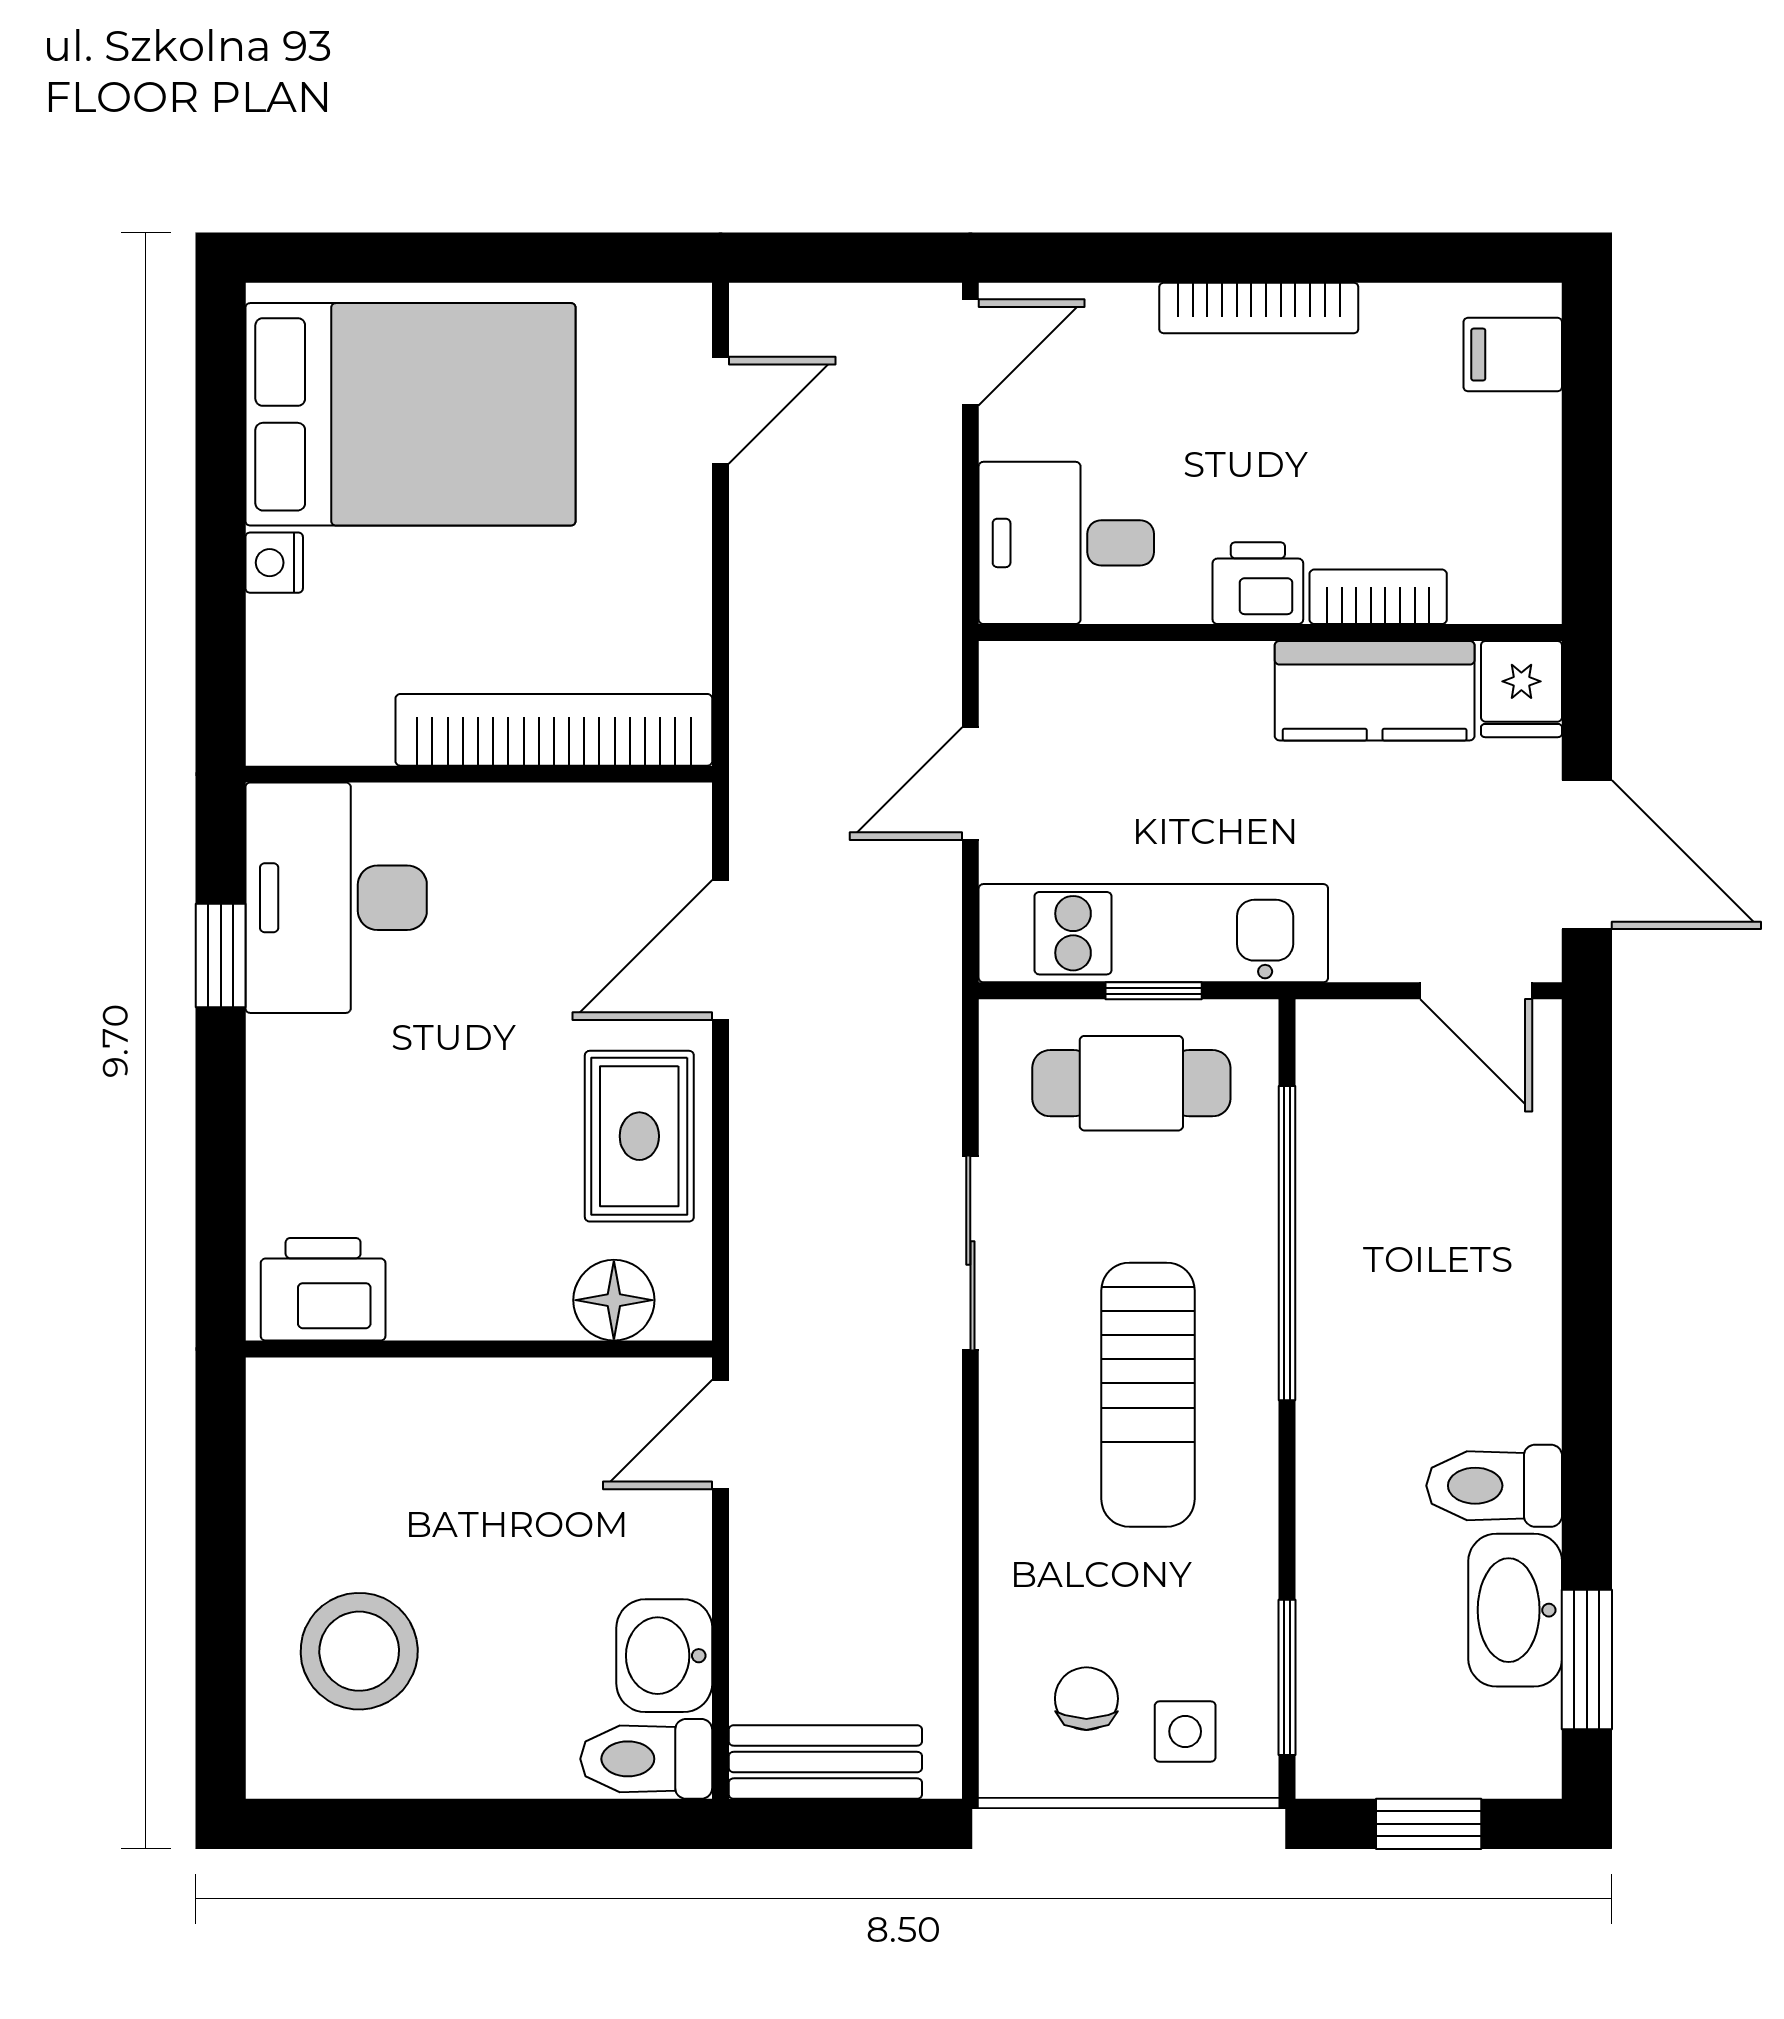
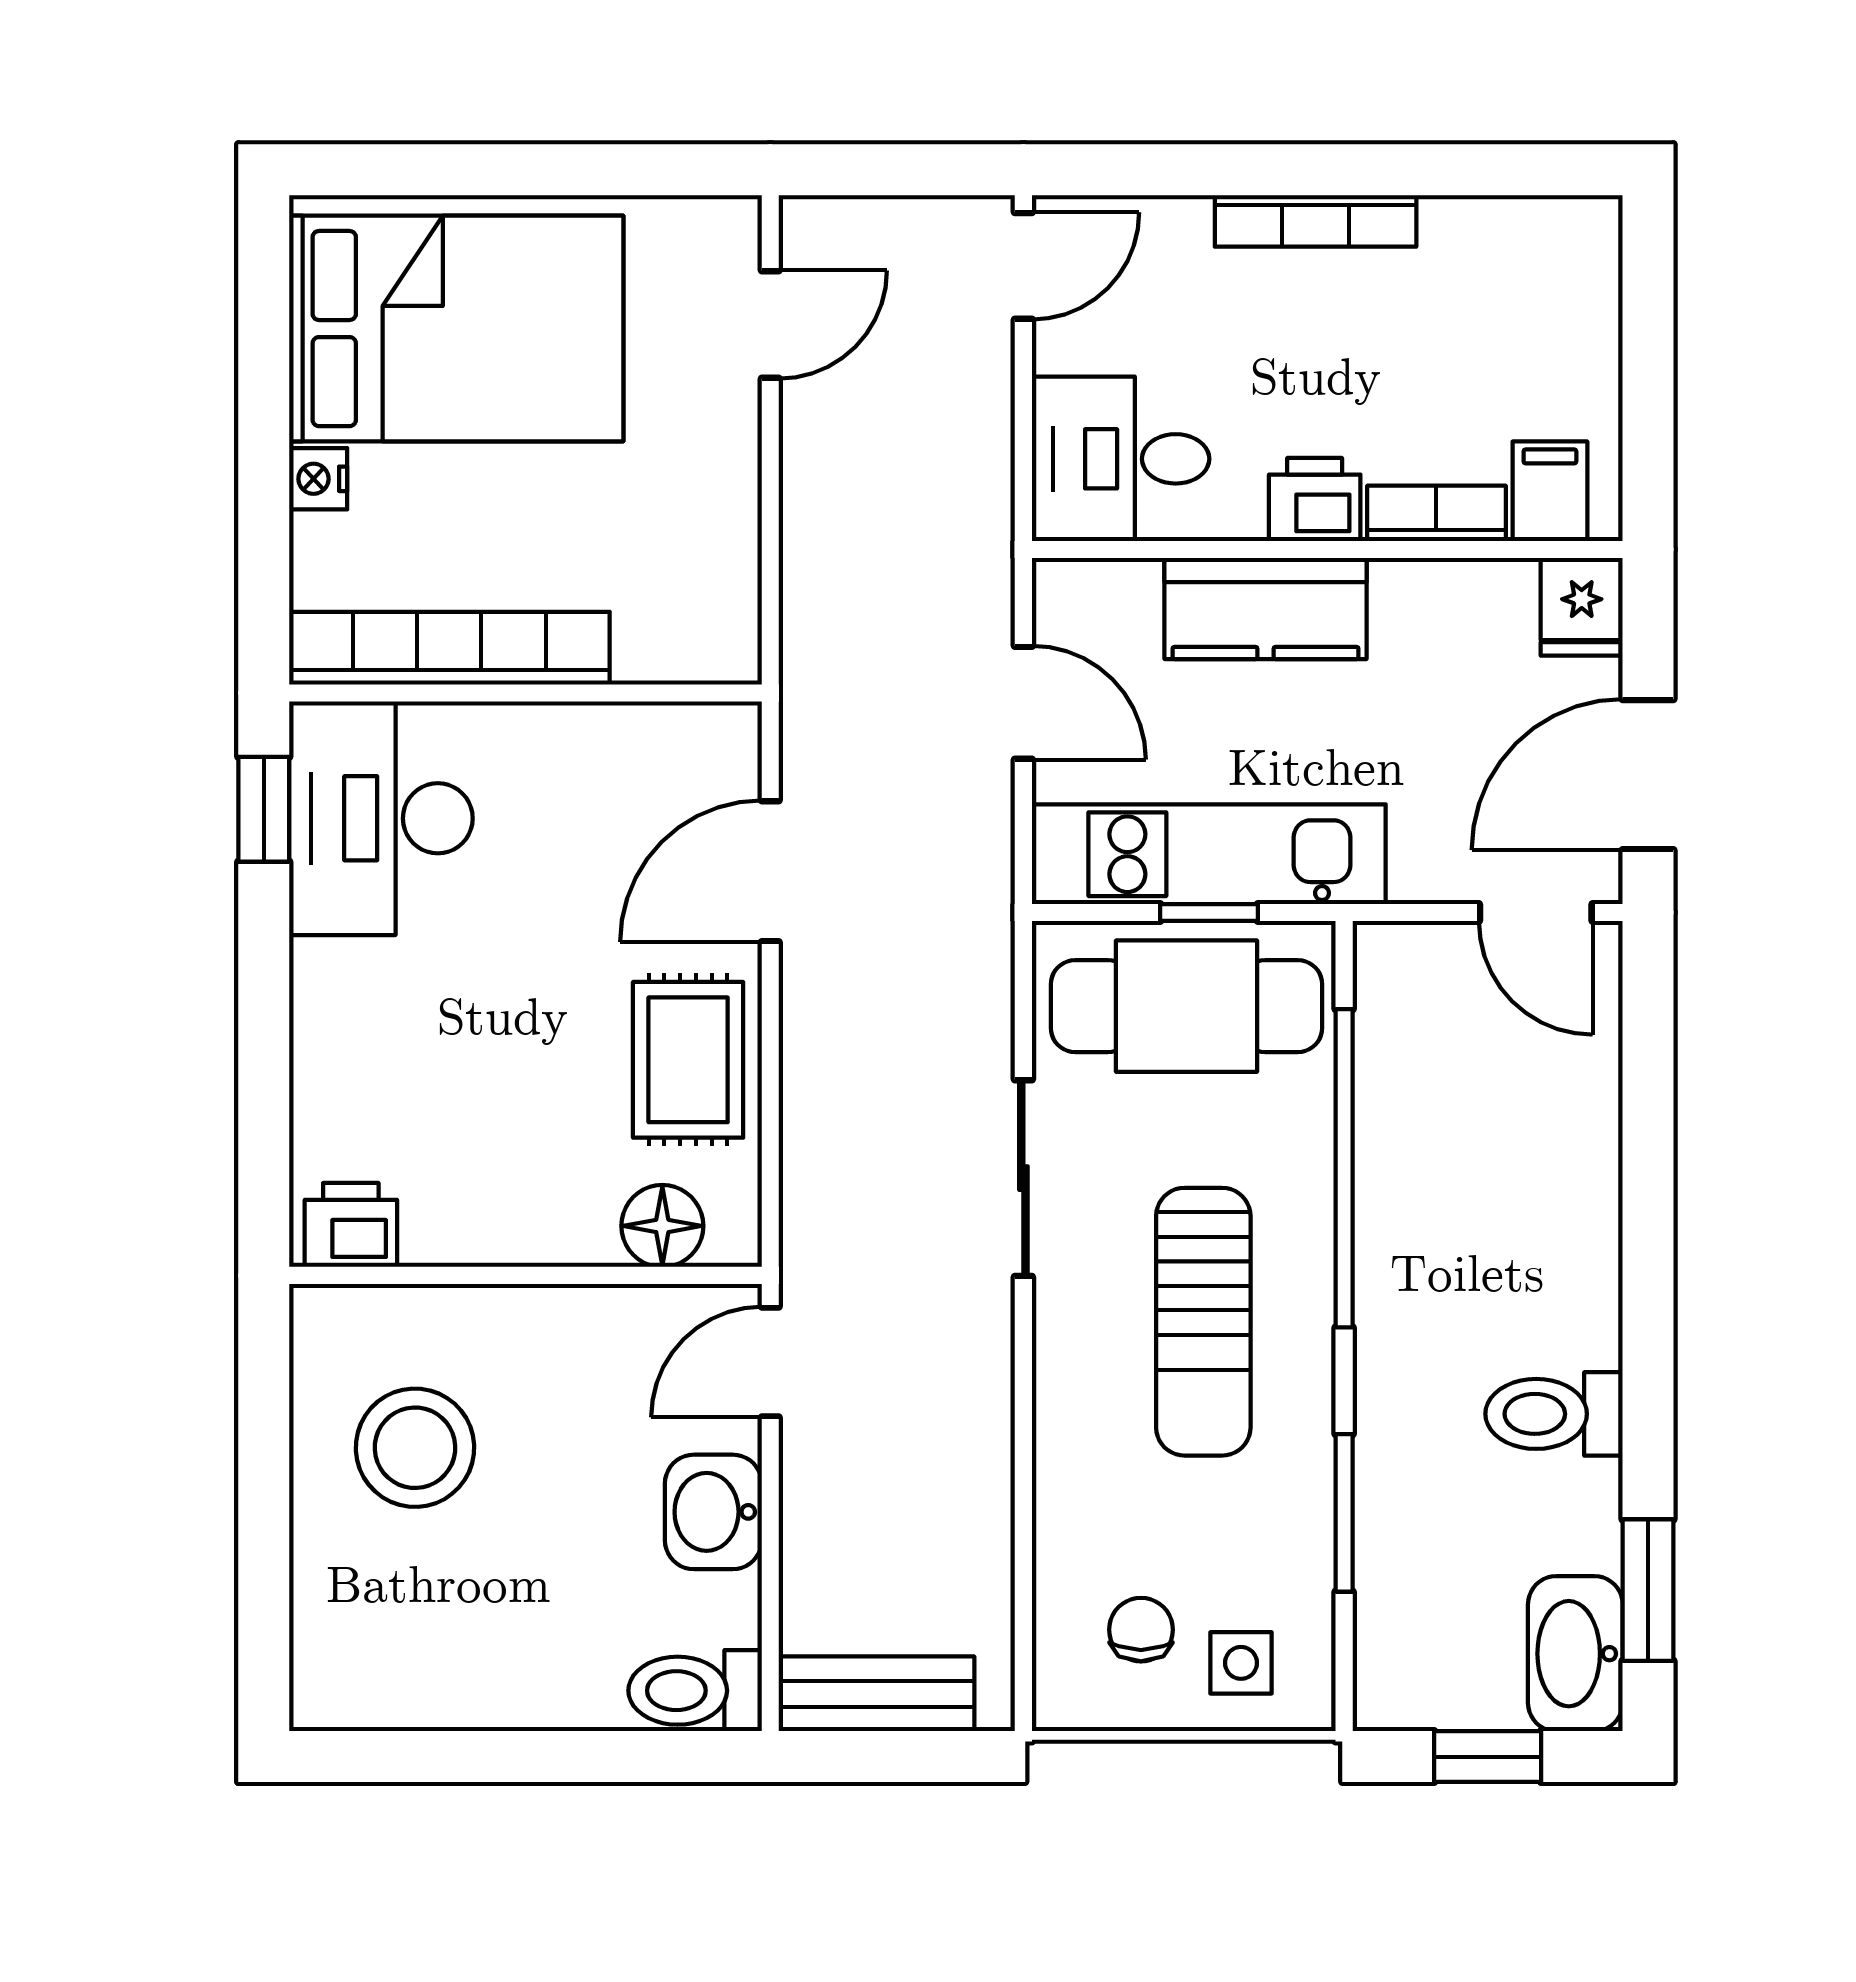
filing cabinet: (1513, 355) -> (1550, 491), moved, turned 90
kitchen counter: (1375, 691) -> (1266, 609), moved
bookcase: (554, 730) -> (449, 648), moved
door: (970, 784) -> (1023, 703), swing flipped
door: (1587, 855) -> (1648, 775), swing flipped
window: (221, 956) -> (264, 809), moved
cafe table: (1131, 1083) -> (1187, 1006), width x1.37, depth x1.35
printer: (323, 1289) -> (351, 1225), width x0.73, depth x0.81
washbasin: (1515, 1610) -> (1575, 1654), moved
stool: (359, 1651) -> (415, 1448), moved
washbasin: (664, 1656) -> (713, 1512), moved
window: (1287, 1677) -> (1344, 1513), moved

